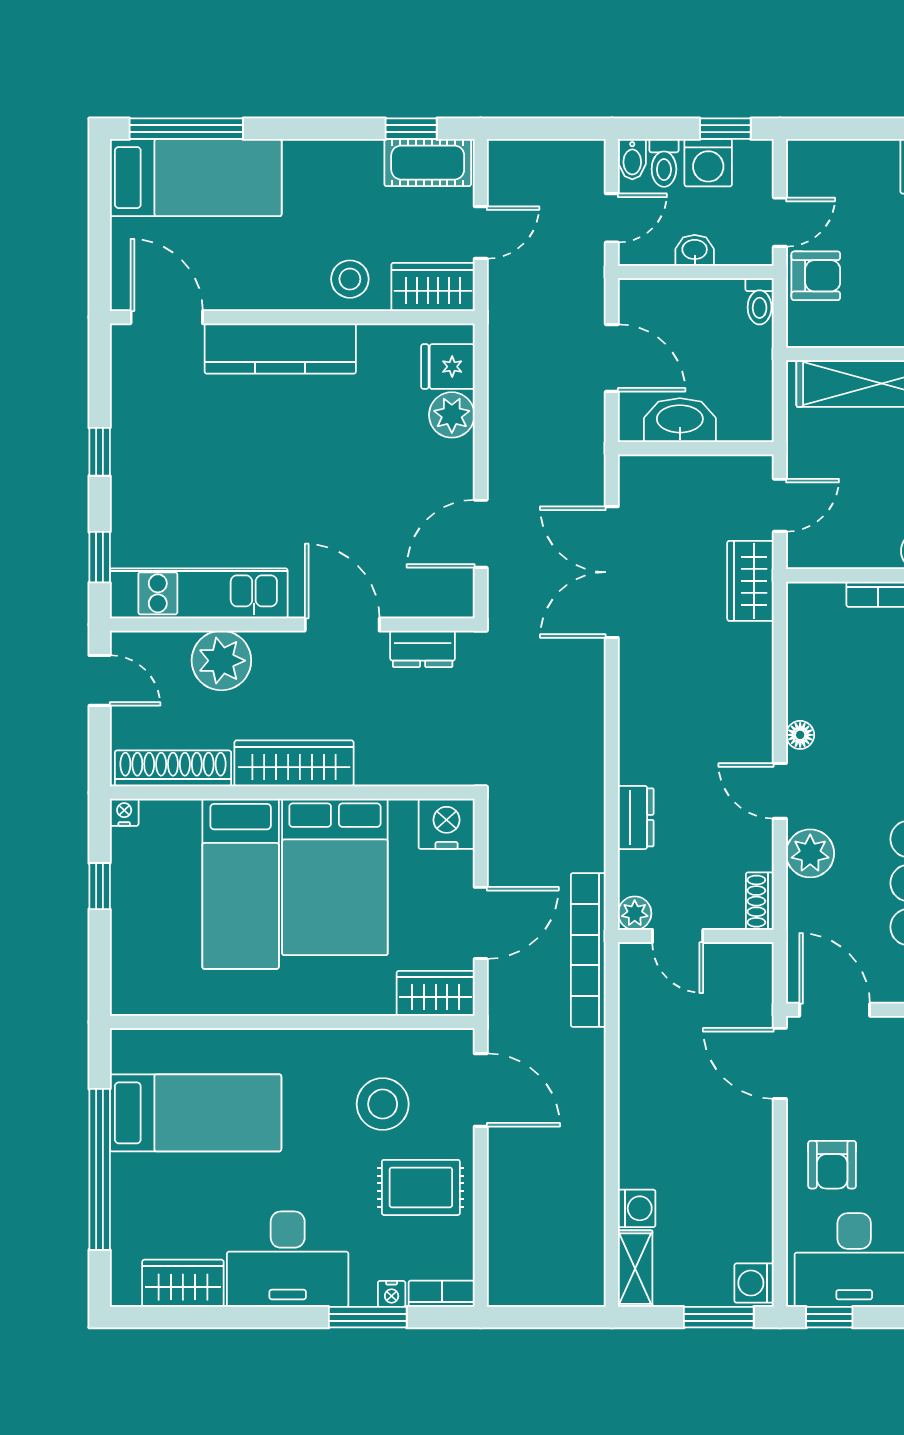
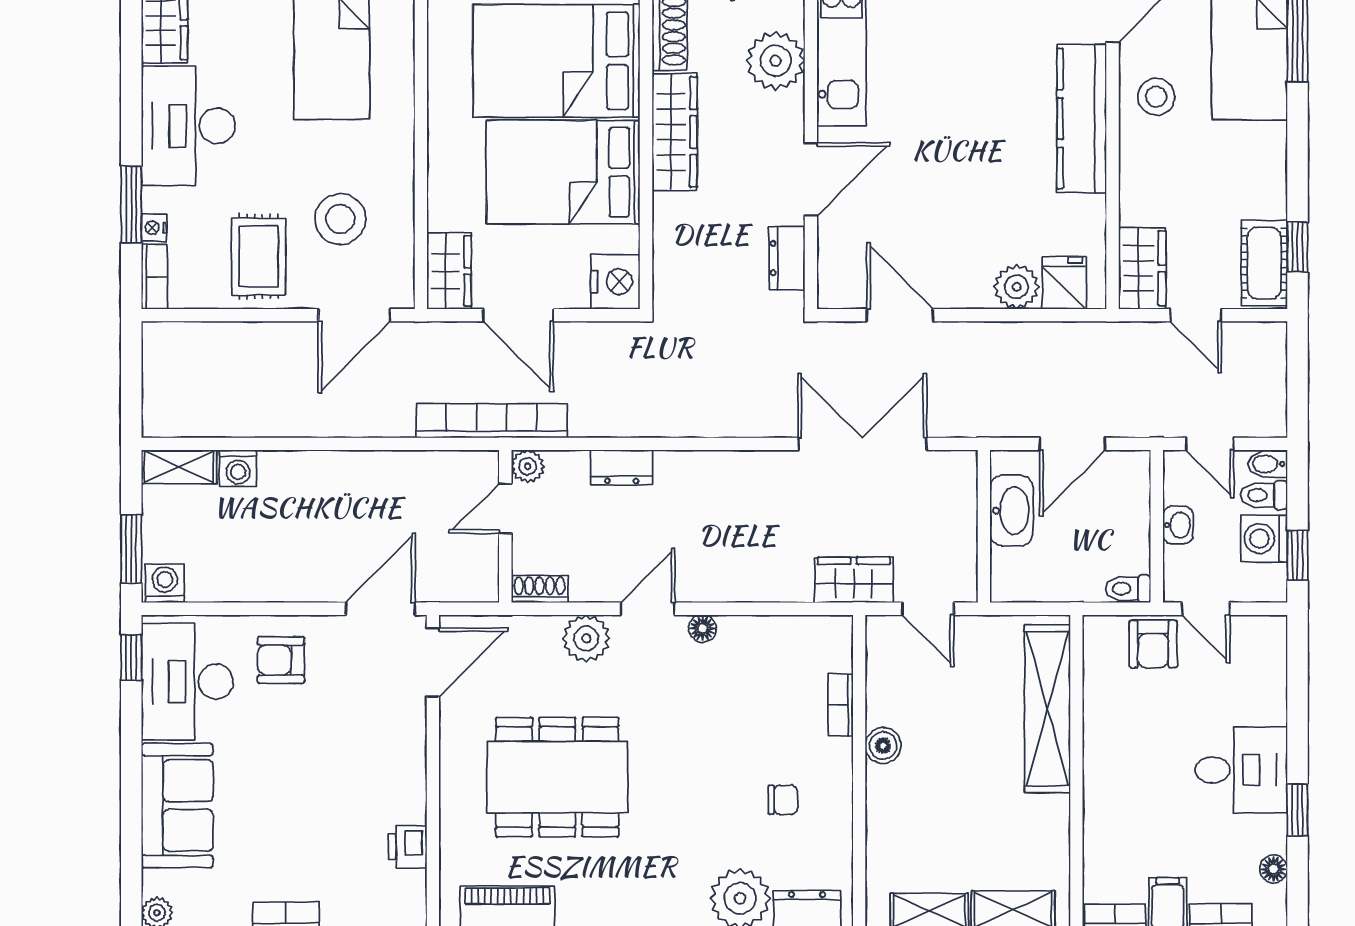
stool: (350, 279) -> (1156, 97), moved
bed: (241, 884) -> (556, 61), width x1.50

